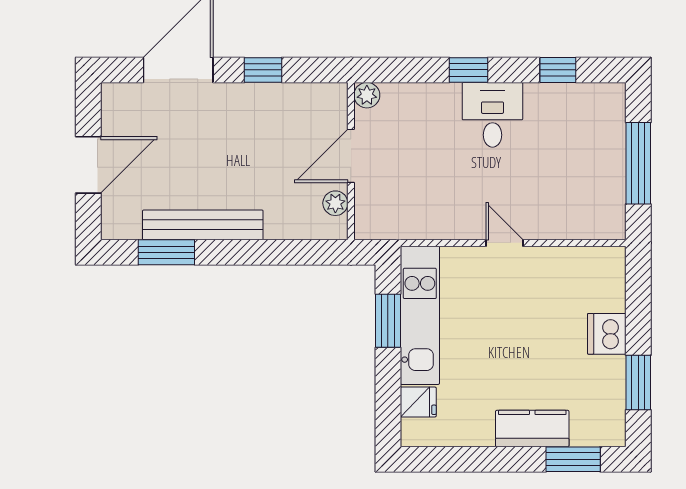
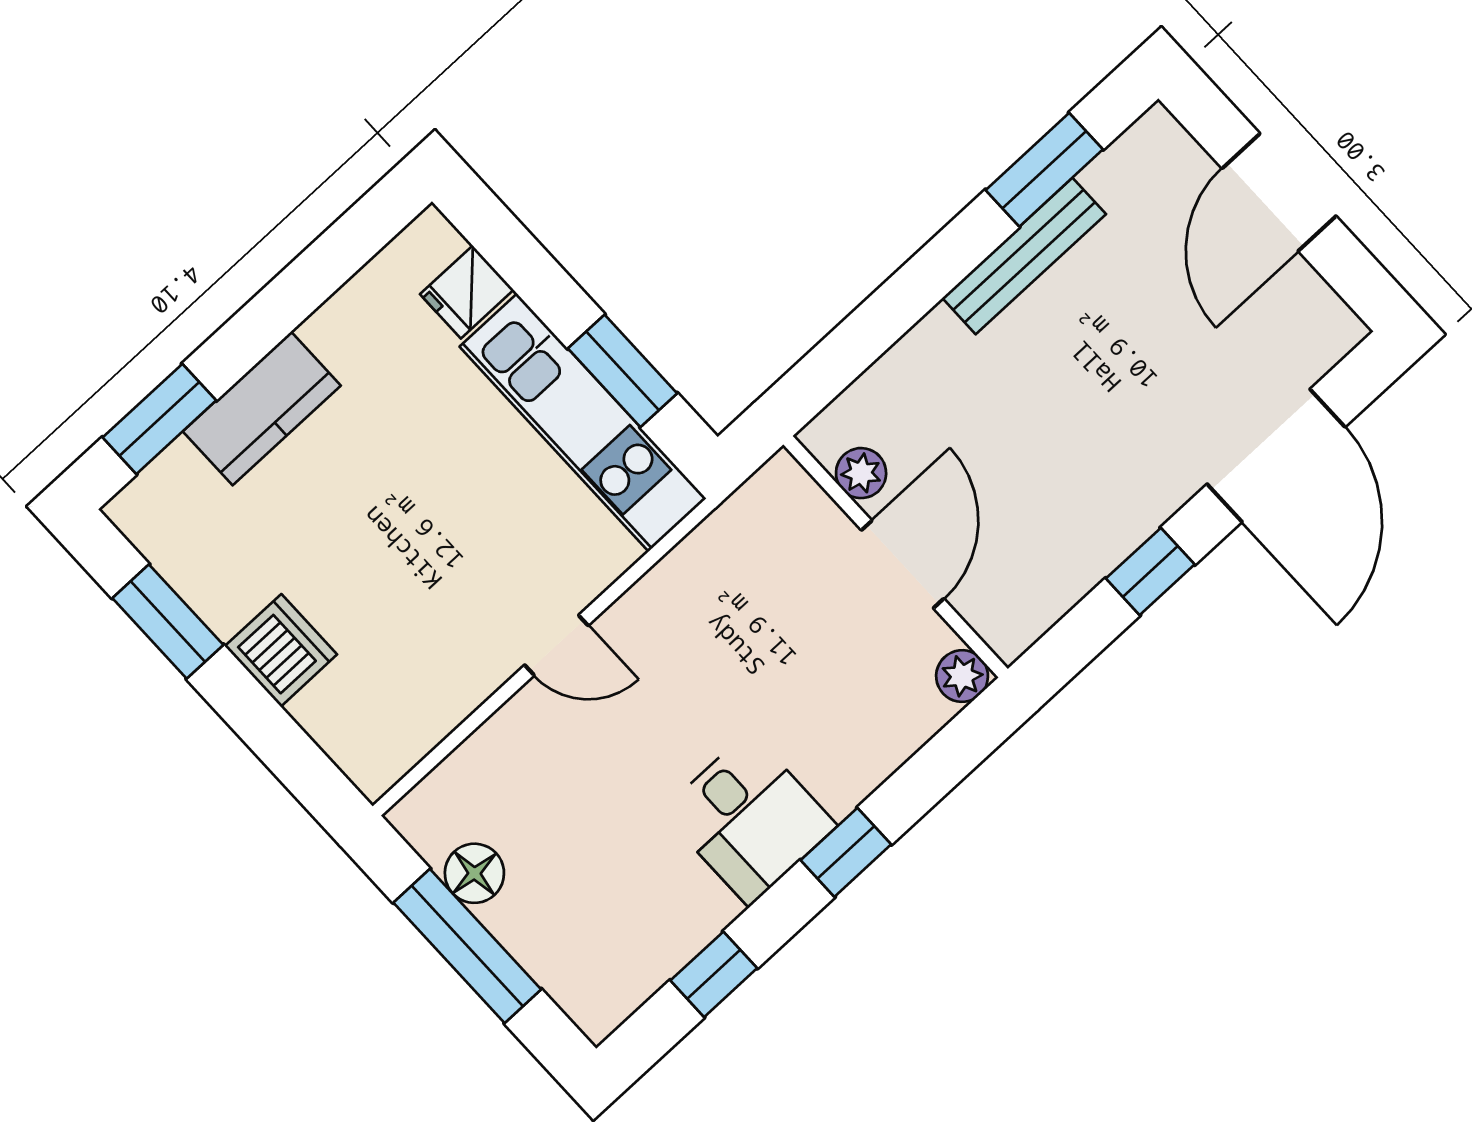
floor lamp: (611, 187) -> (474, 873), added
bench: (203, 225) -> (1024, 256), width x0.73, depth x0.82

